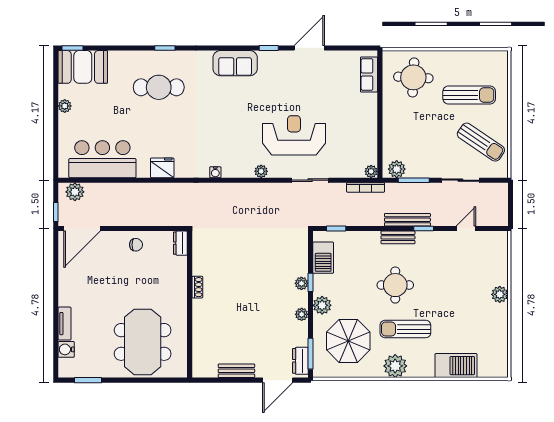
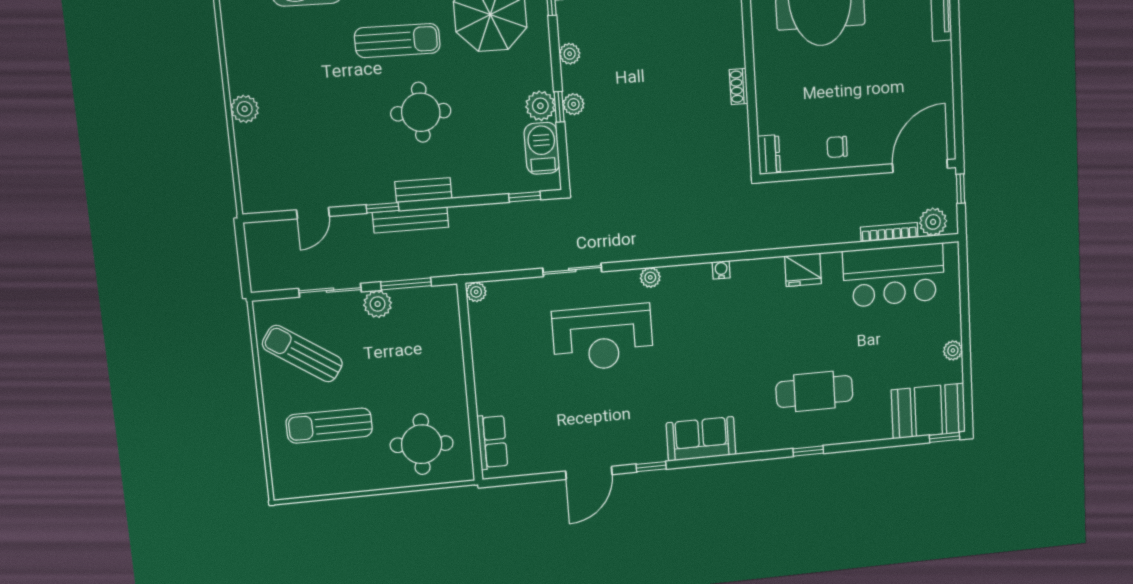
plant: (397, 169) -> (378, 304), moved
bookcase: (366, 187) -> (889, 232), moved
plant: (322, 305) -> (540, 106), moved

